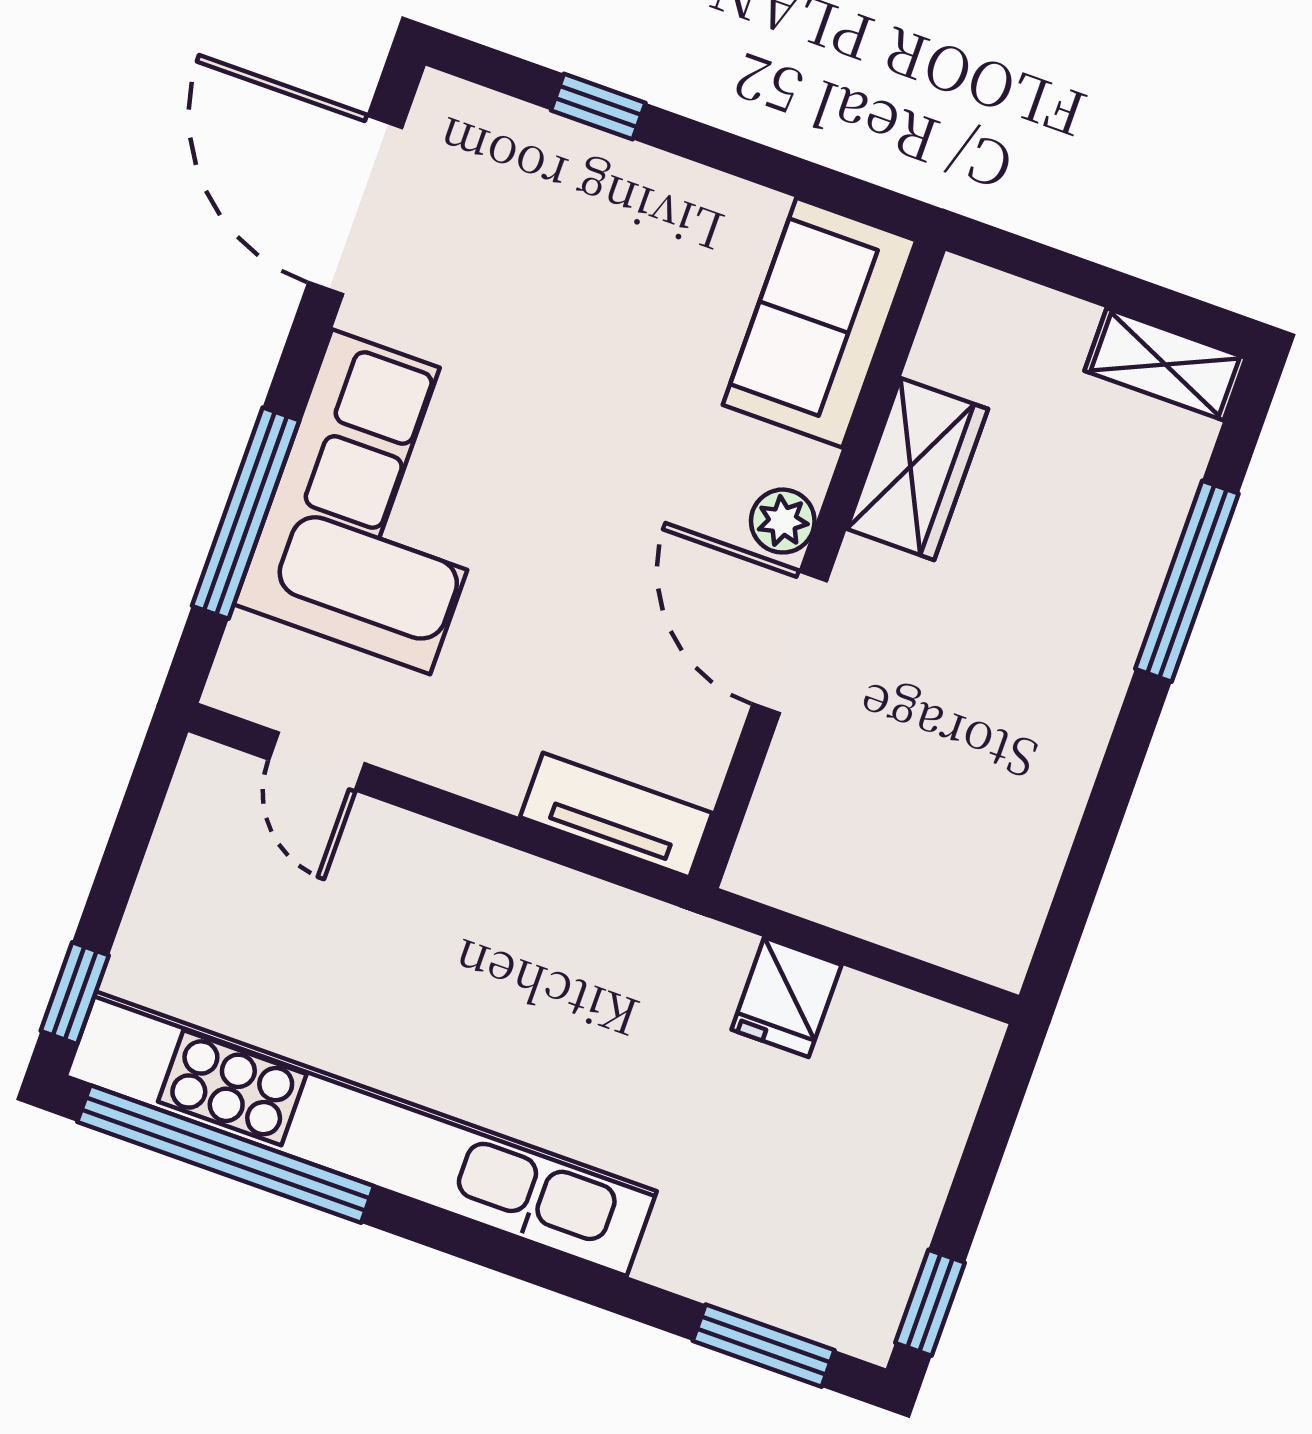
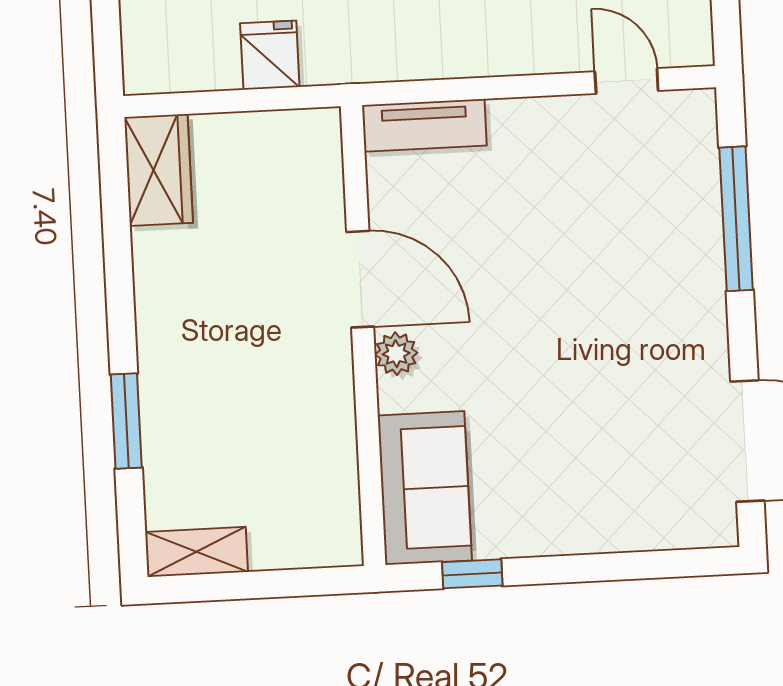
window: (598, 107) -> (472, 574), moved
wardrobe: (917, 469) -> (159, 170), moved, turned 180
corner sofa: (381, 502) -> (654, 261), removed
window: (1187, 581) -> (126, 421), width x0.69

